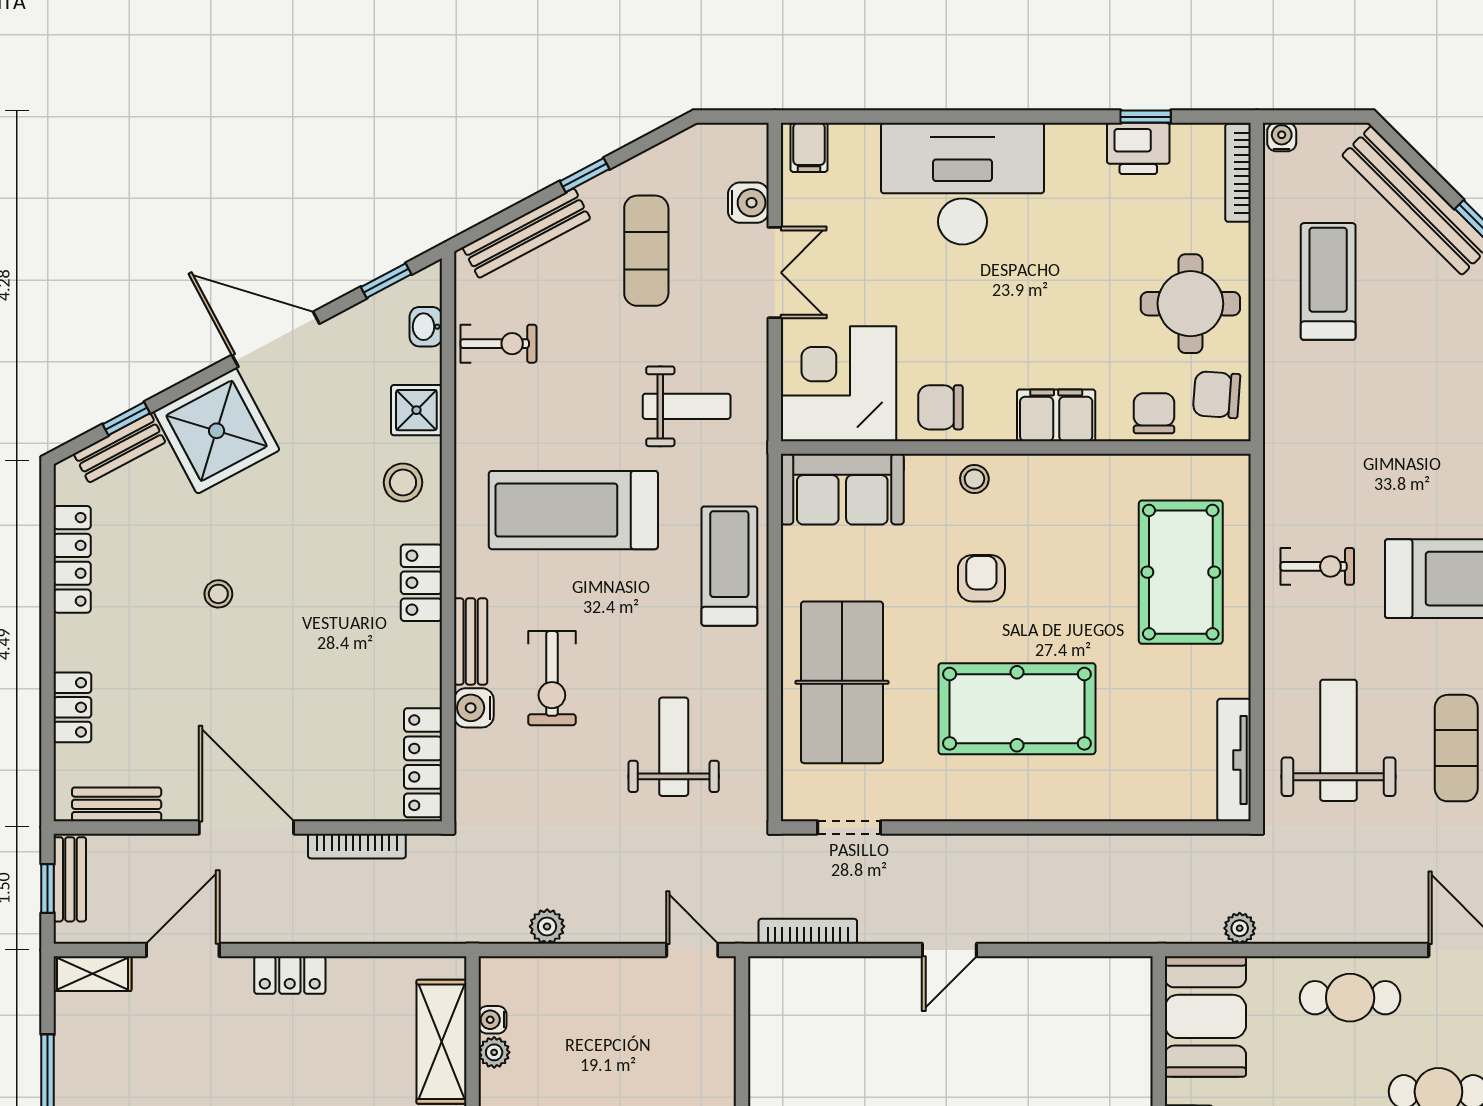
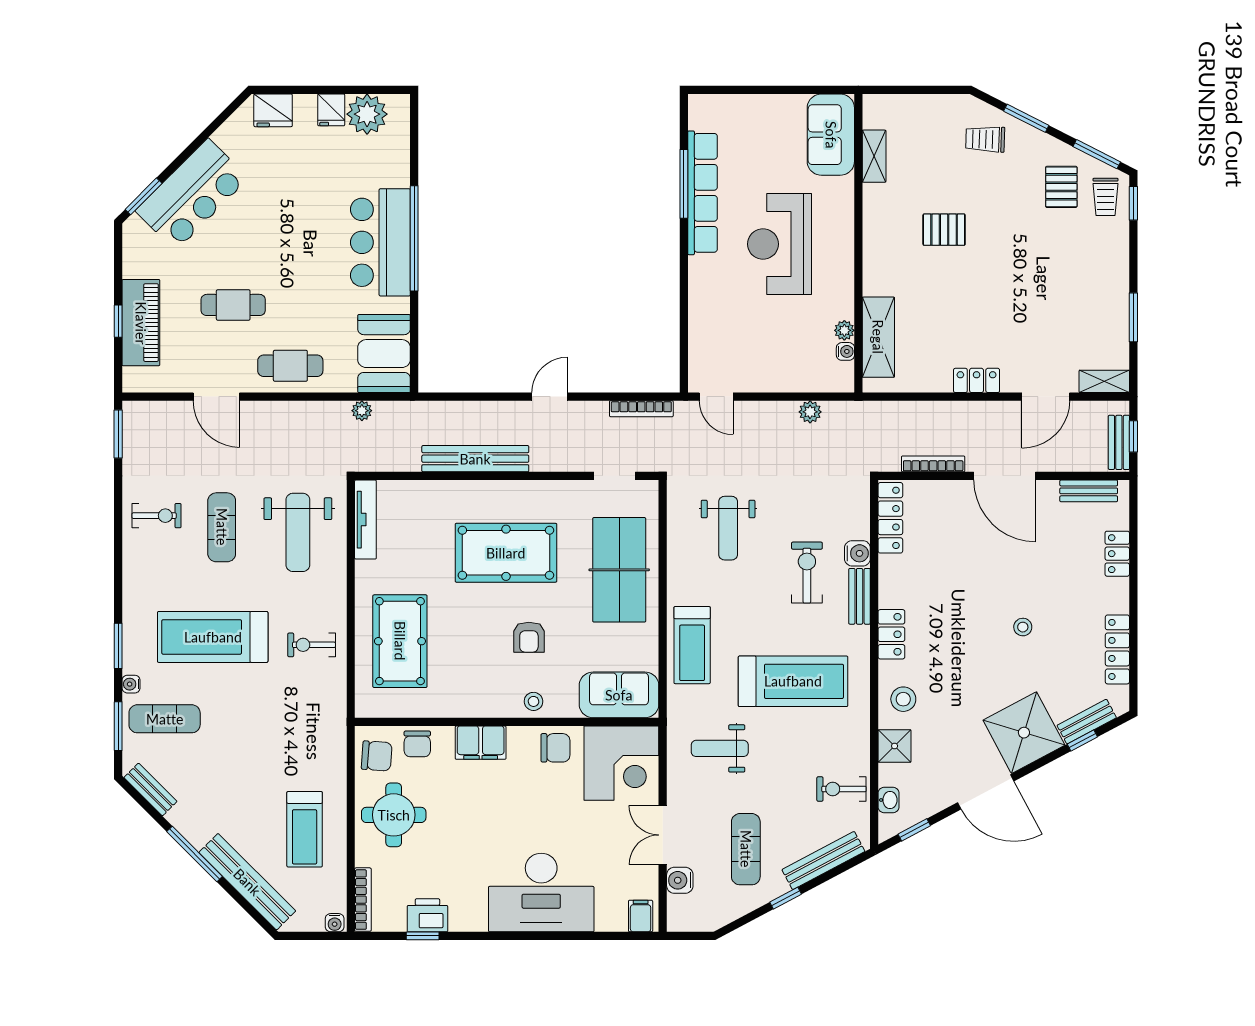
bench: (1064, 854) -> (475, 459), added

